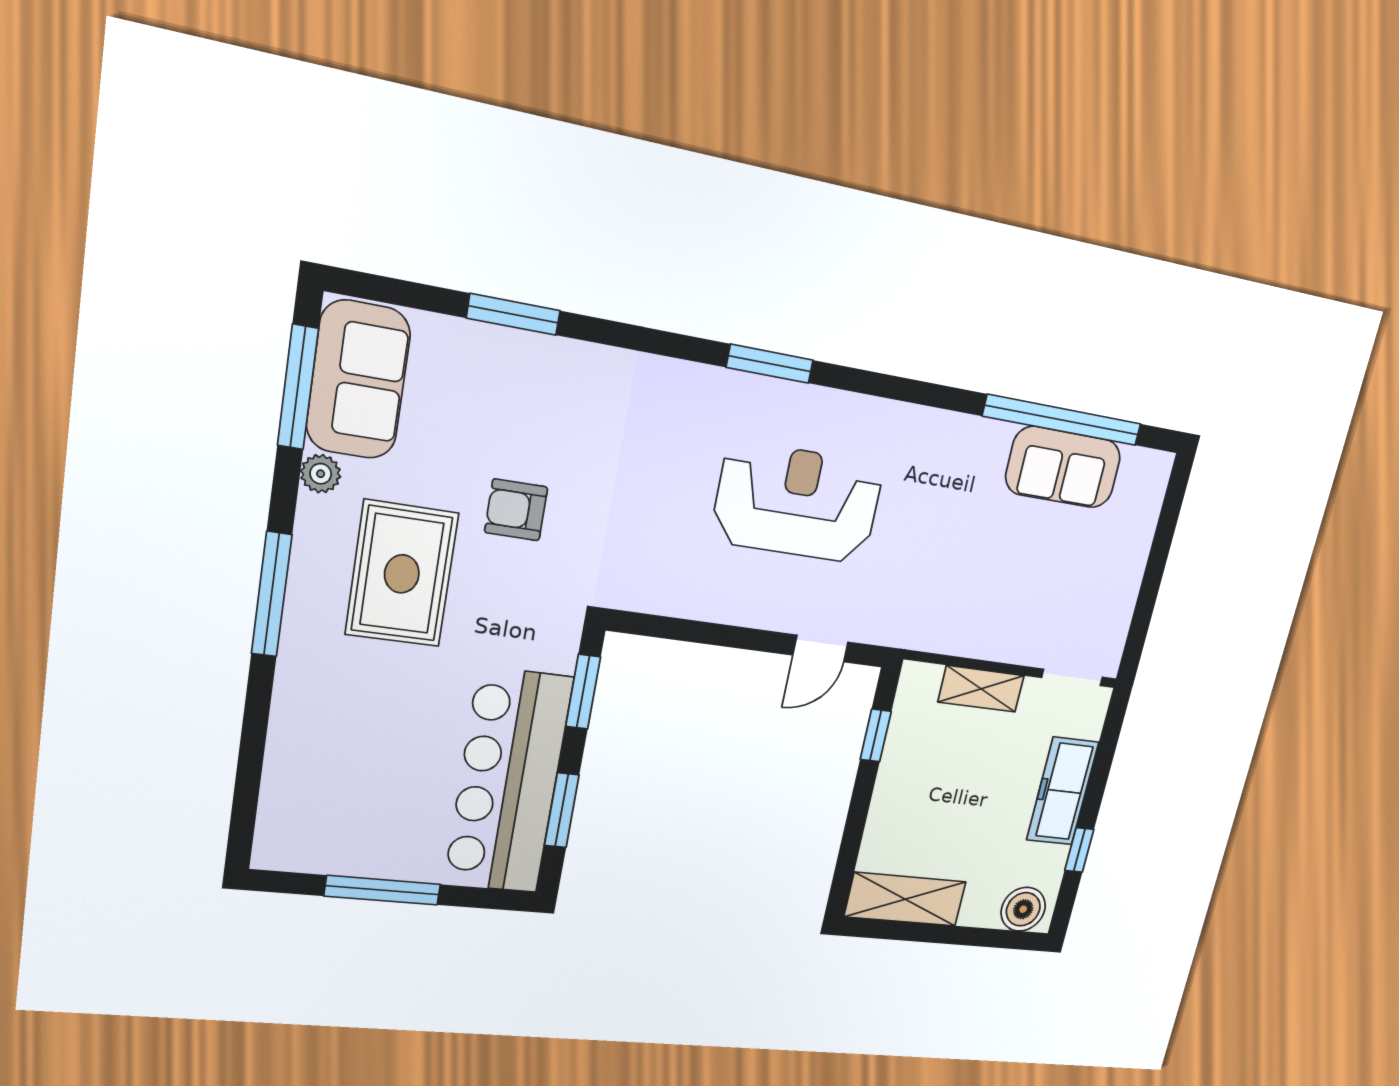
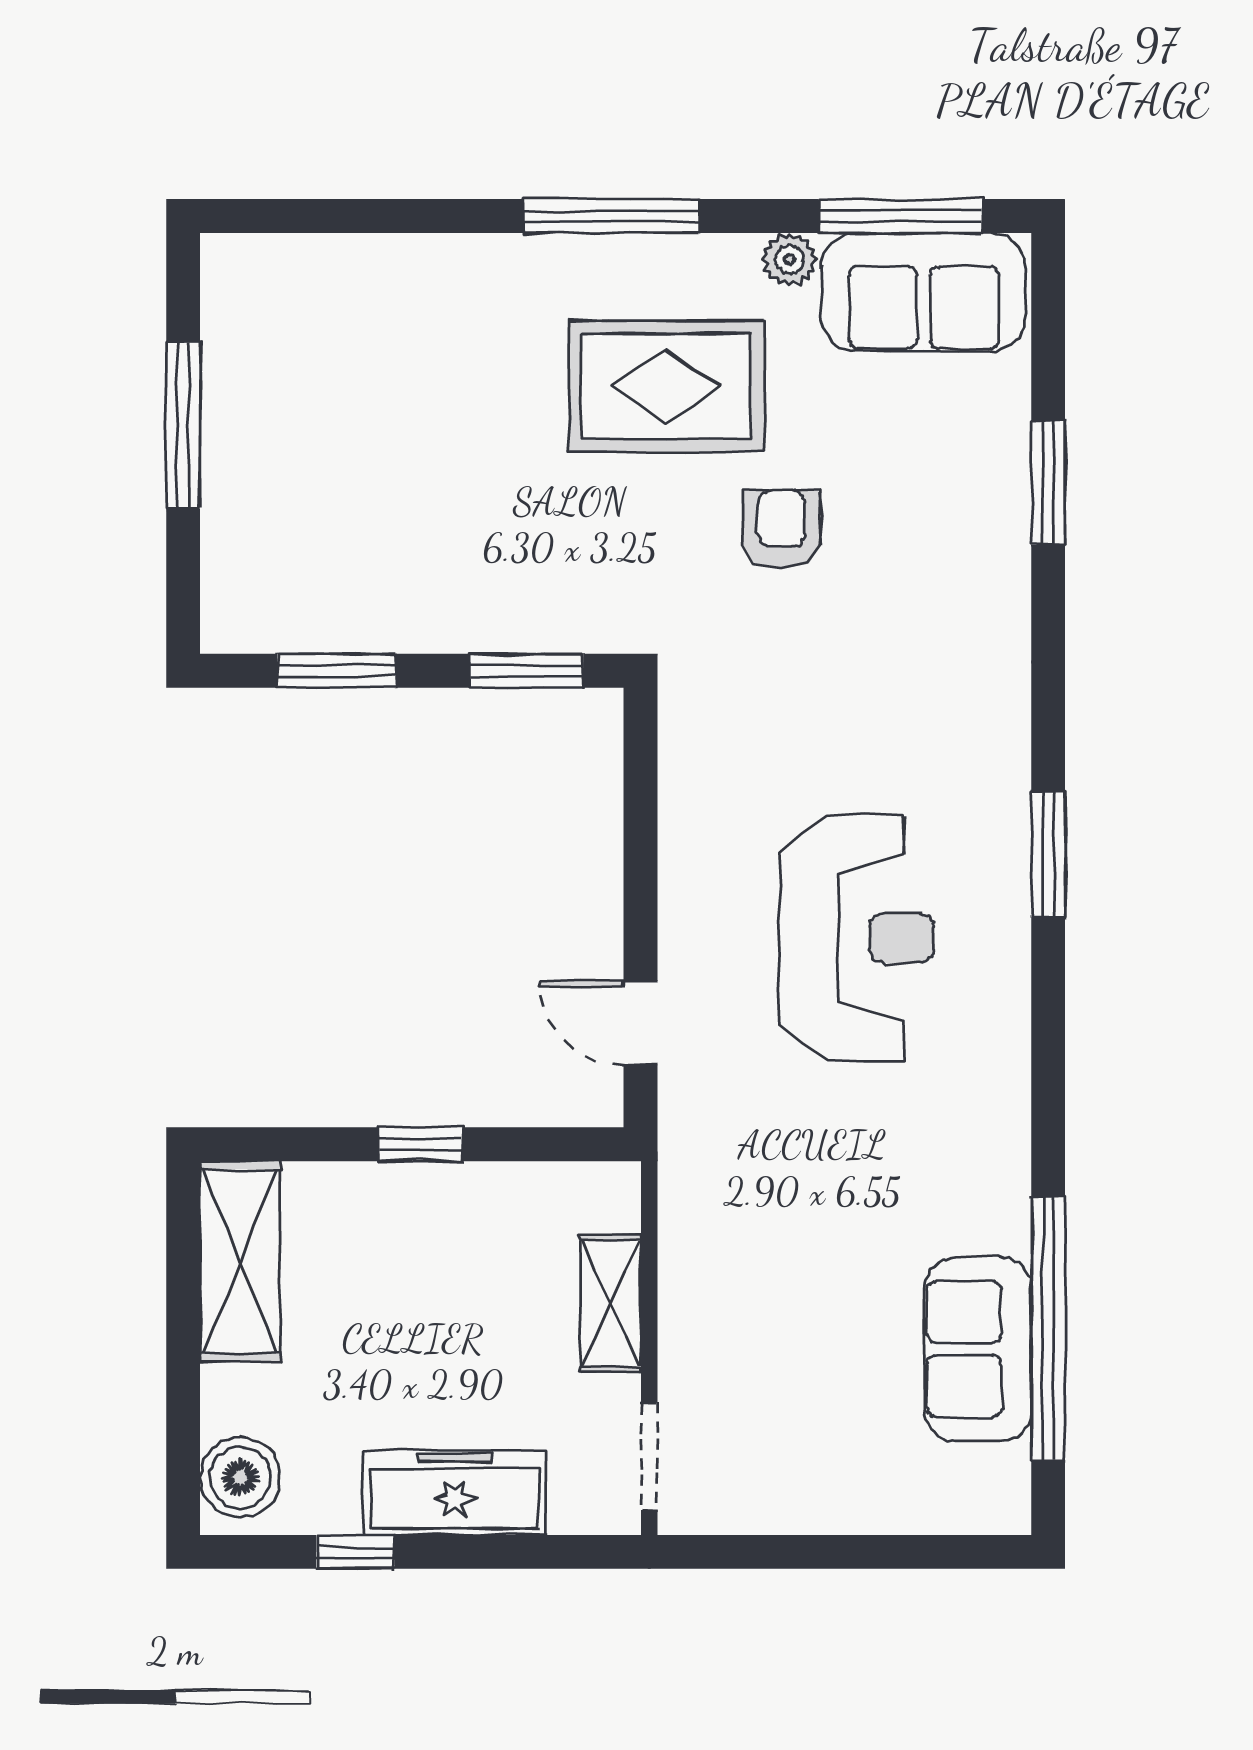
window: (876, 735) -> (420, 1144), moved
bar counter: (508, 782) -> (374, 583), removed

